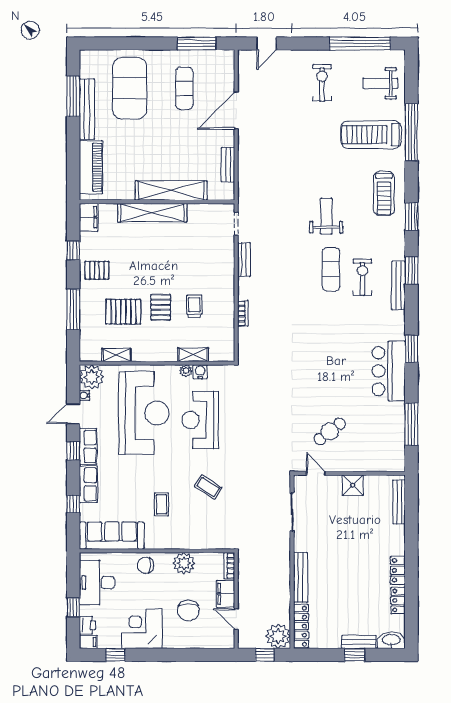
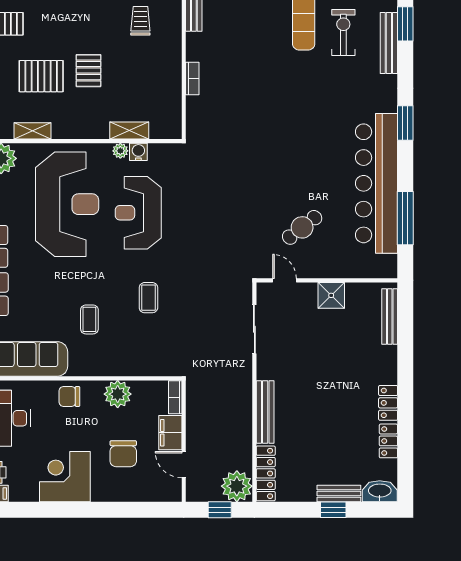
trolley: (194, 306) -> (140, 21), moved
bar counter: (389, 371) -> (377, 183), width x1.86
coffee table: (208, 487) -> (148, 298), turned 57
window: (115, 655) -> (31, 510), removed

